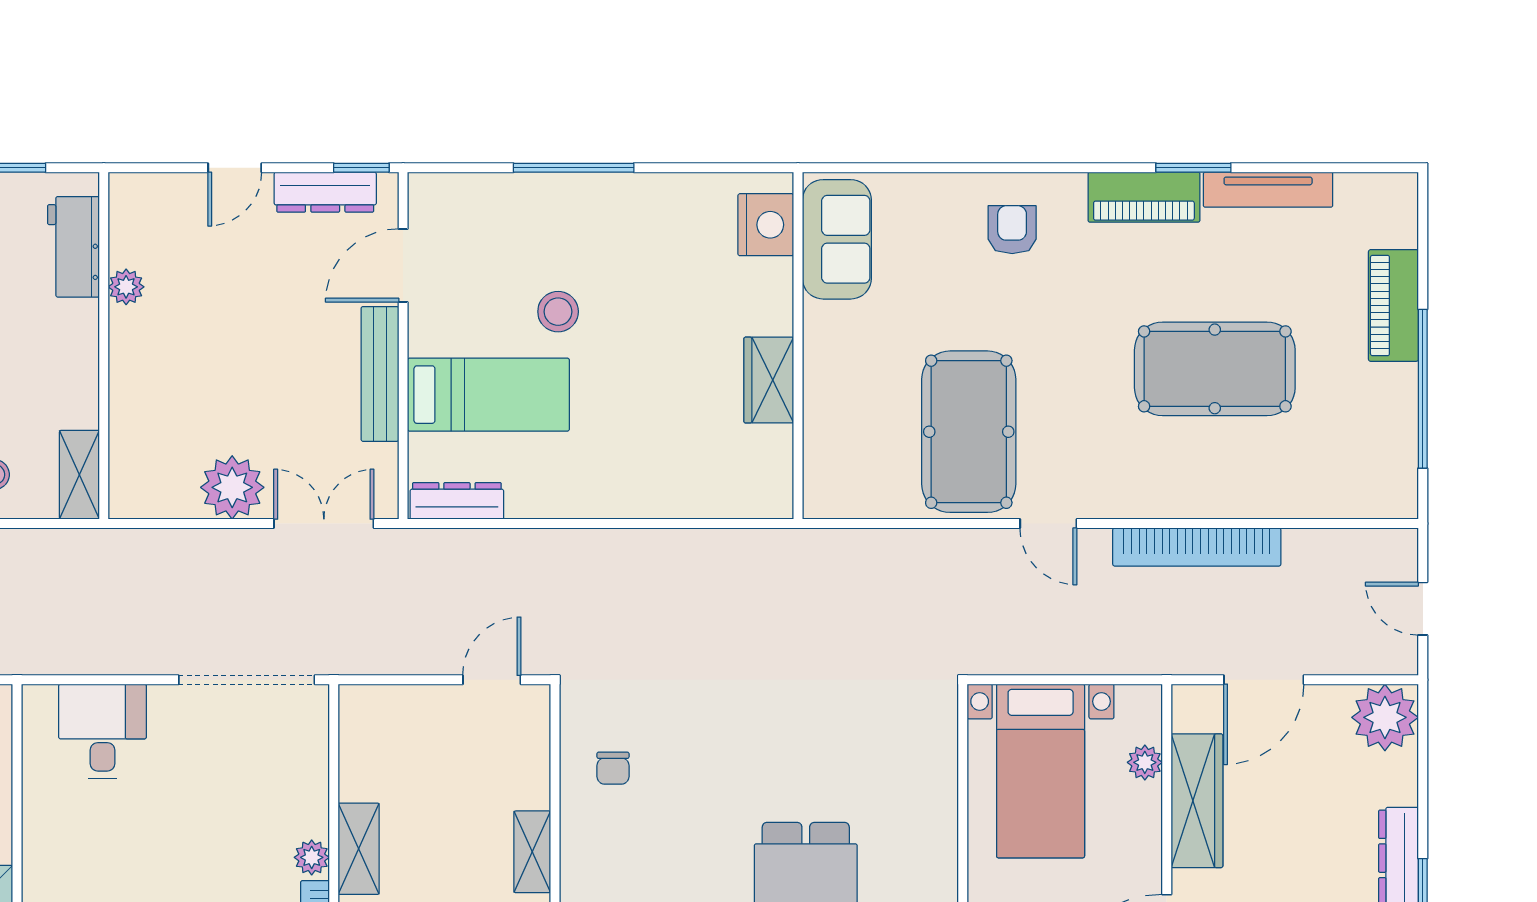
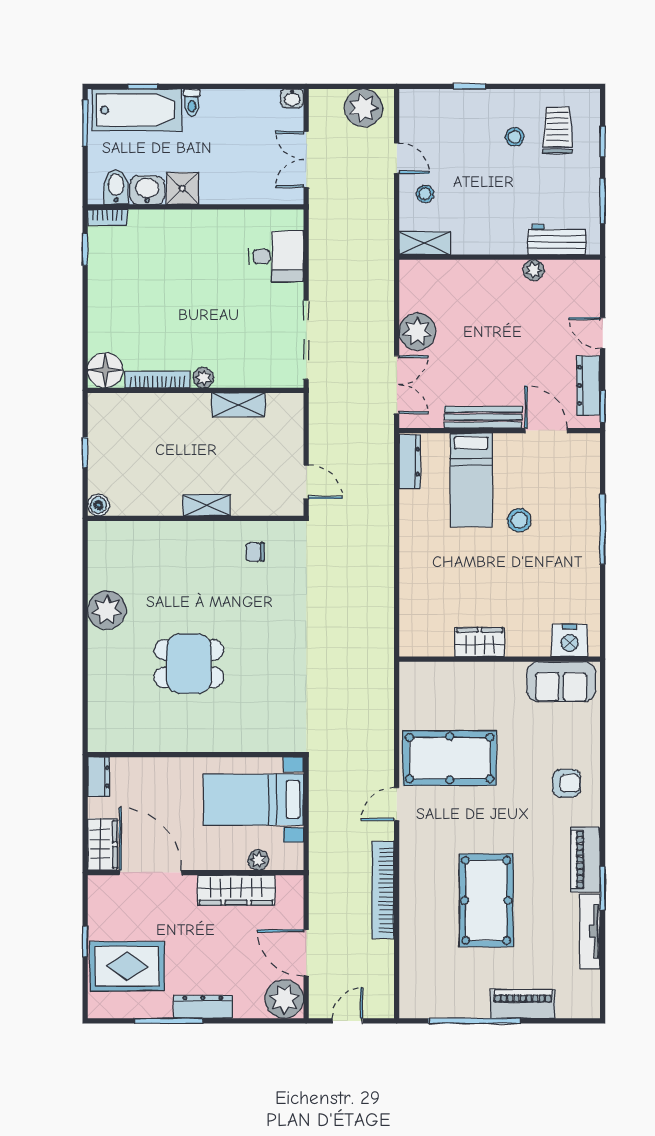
door: (1264, 680) -> (306, 953), moved
shelving: (359, 849) -> (238, 405), moved

